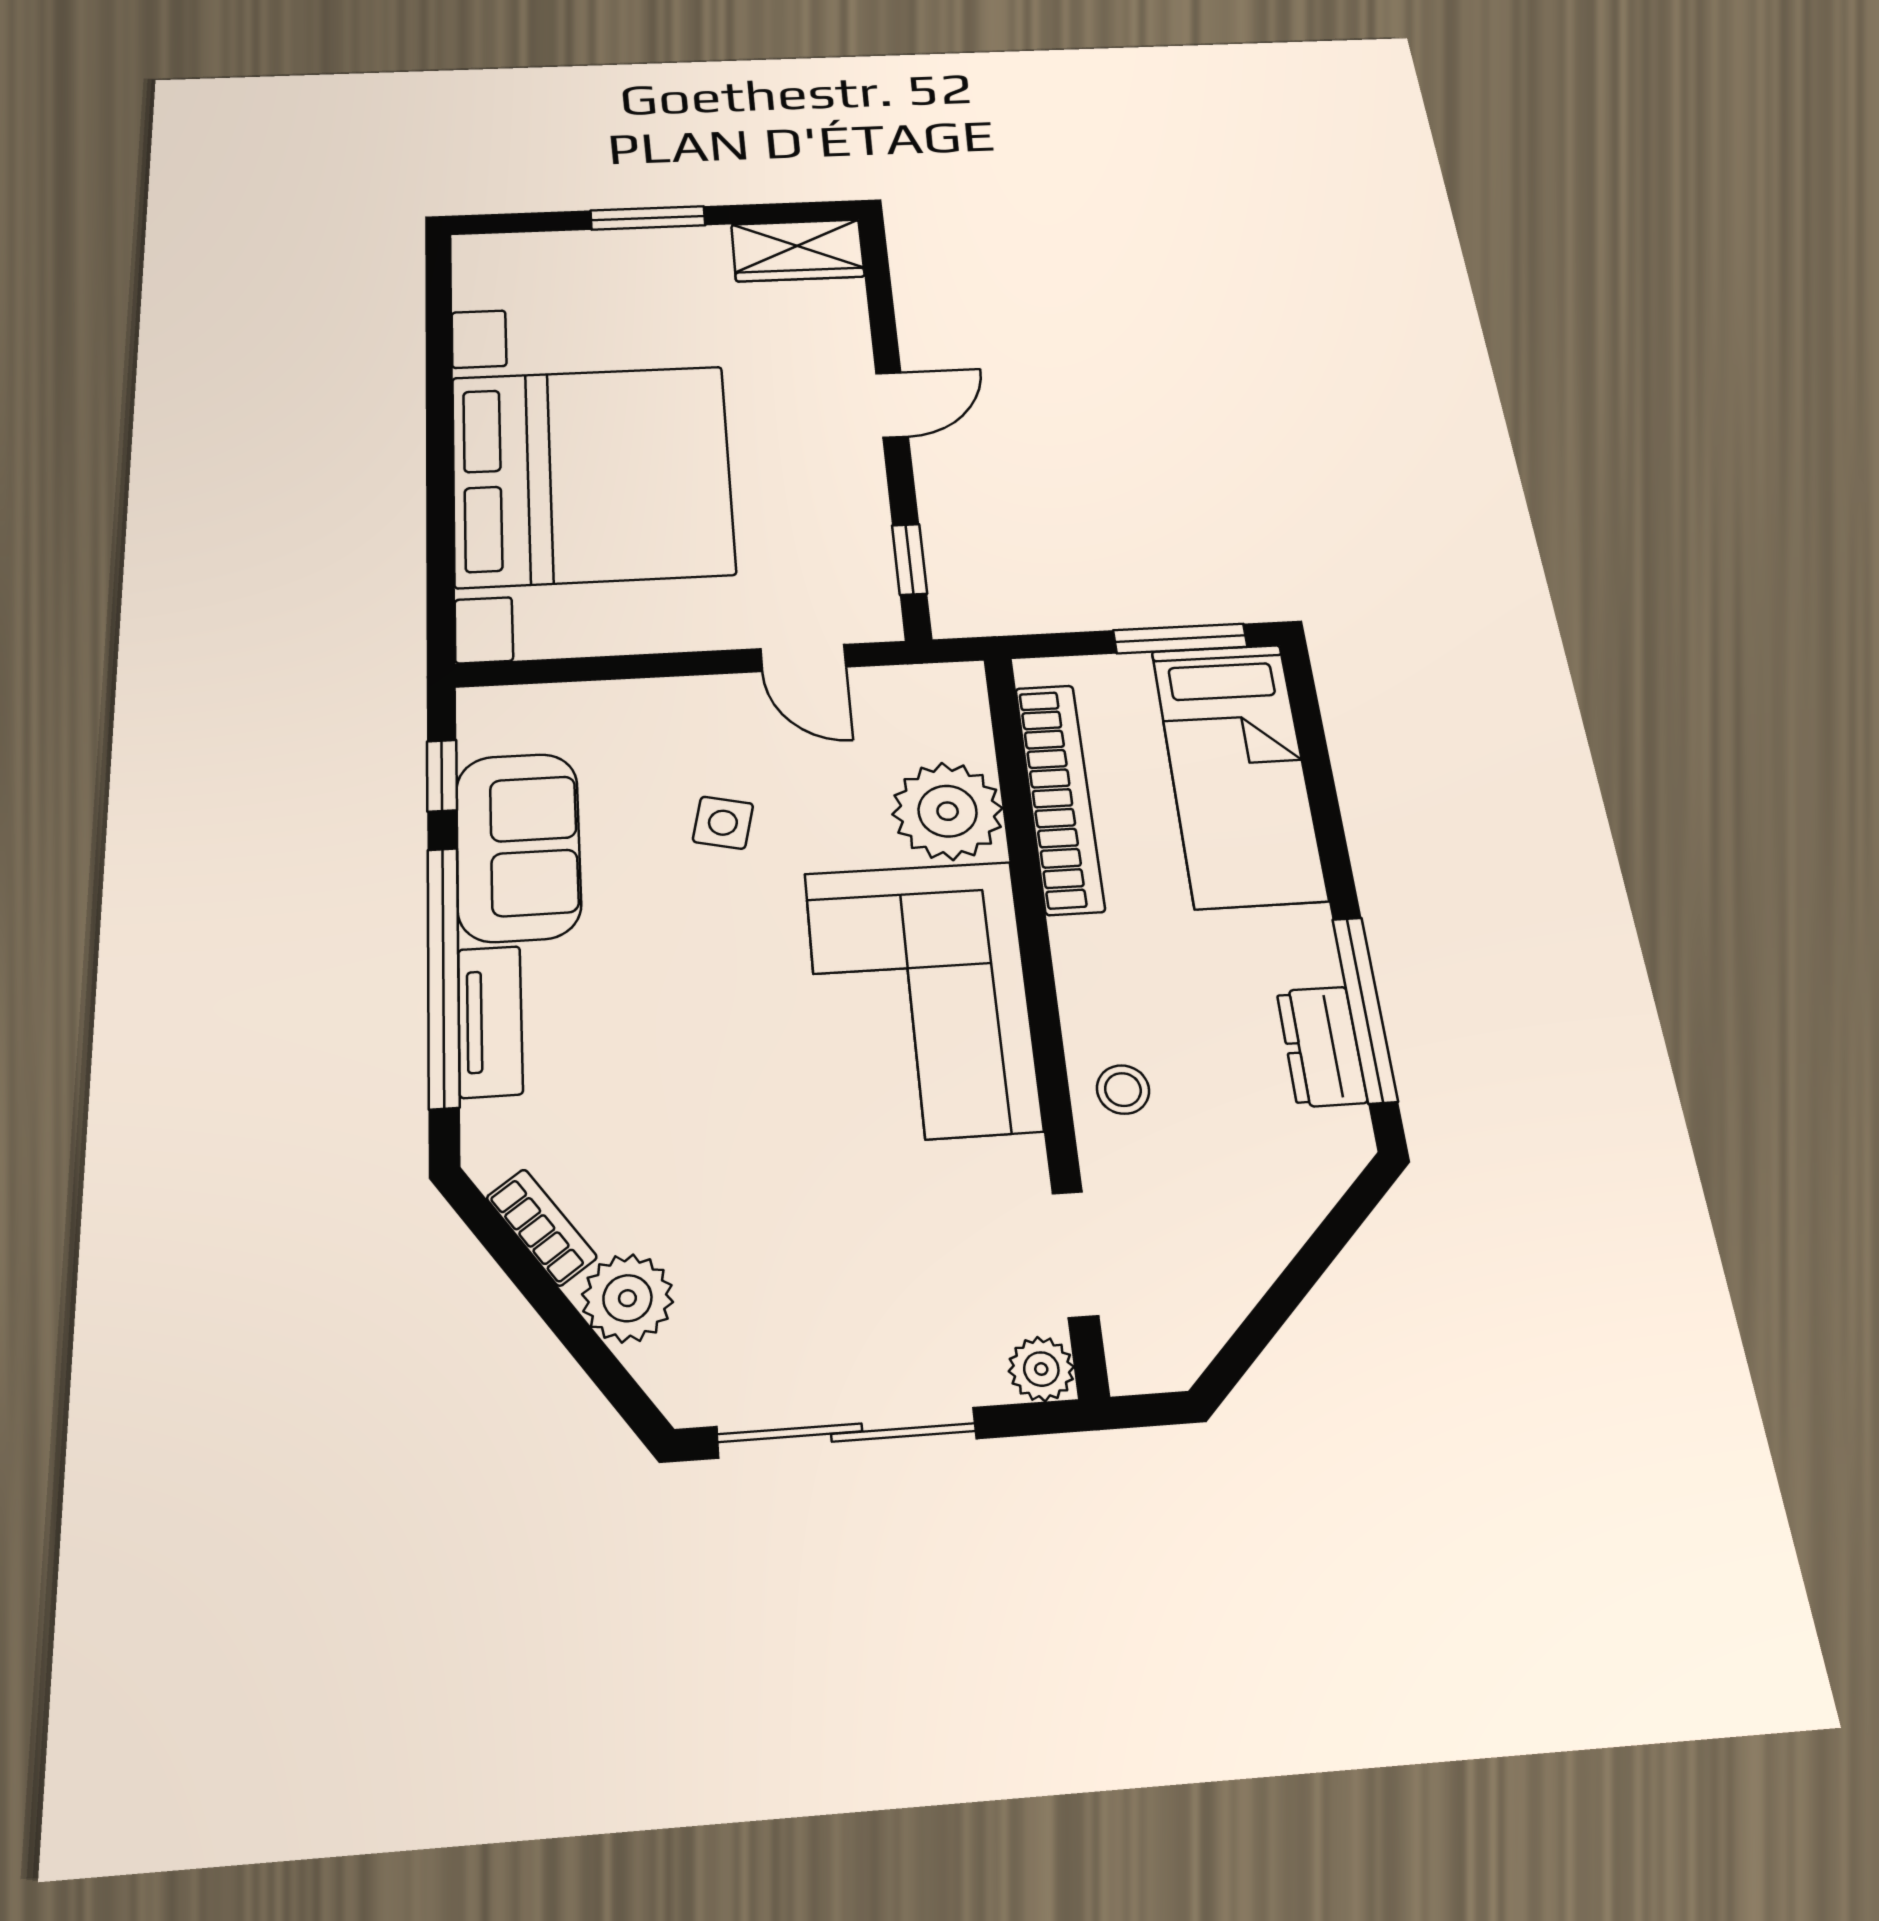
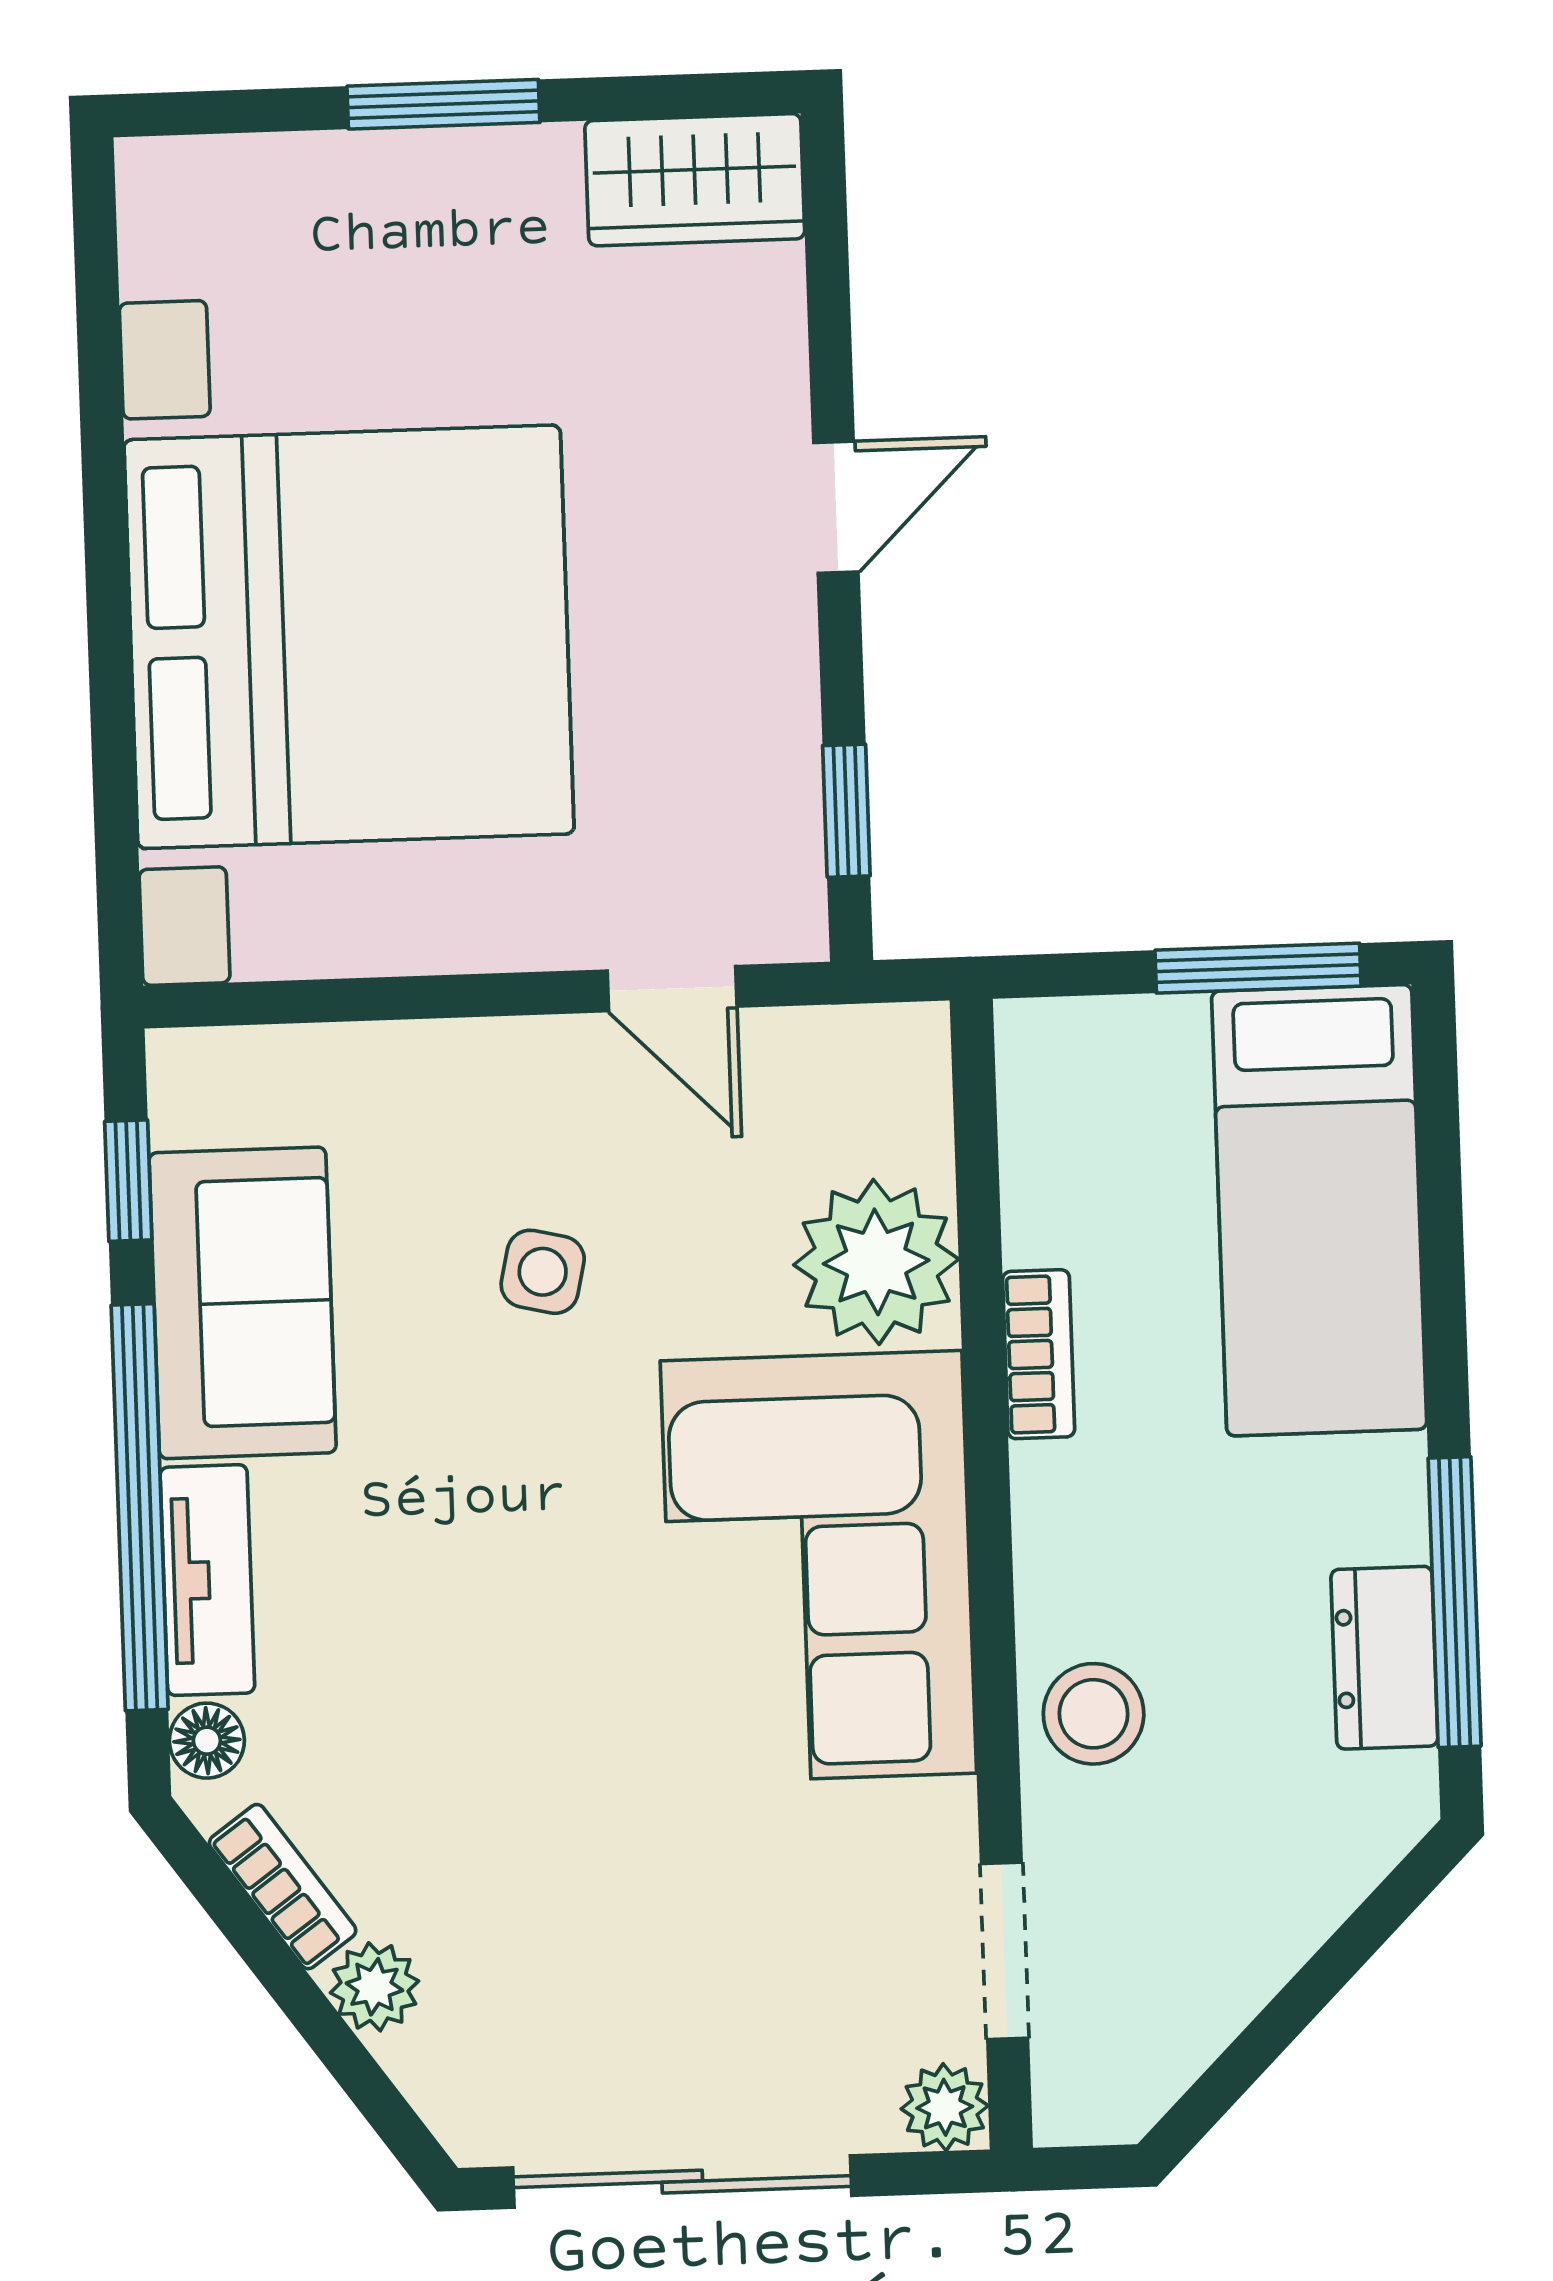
bookcase: (1059, 798) -> (1039, 1354), width x0.43, depth x0.76
stool: (1123, 1090) -> (1094, 1714), width x1.37, depth x1.37
floor lamp: (487, 1128) -> (207, 1741), added
plant: (627, 1298) -> (375, 1987), width x0.73, depth x0.73

